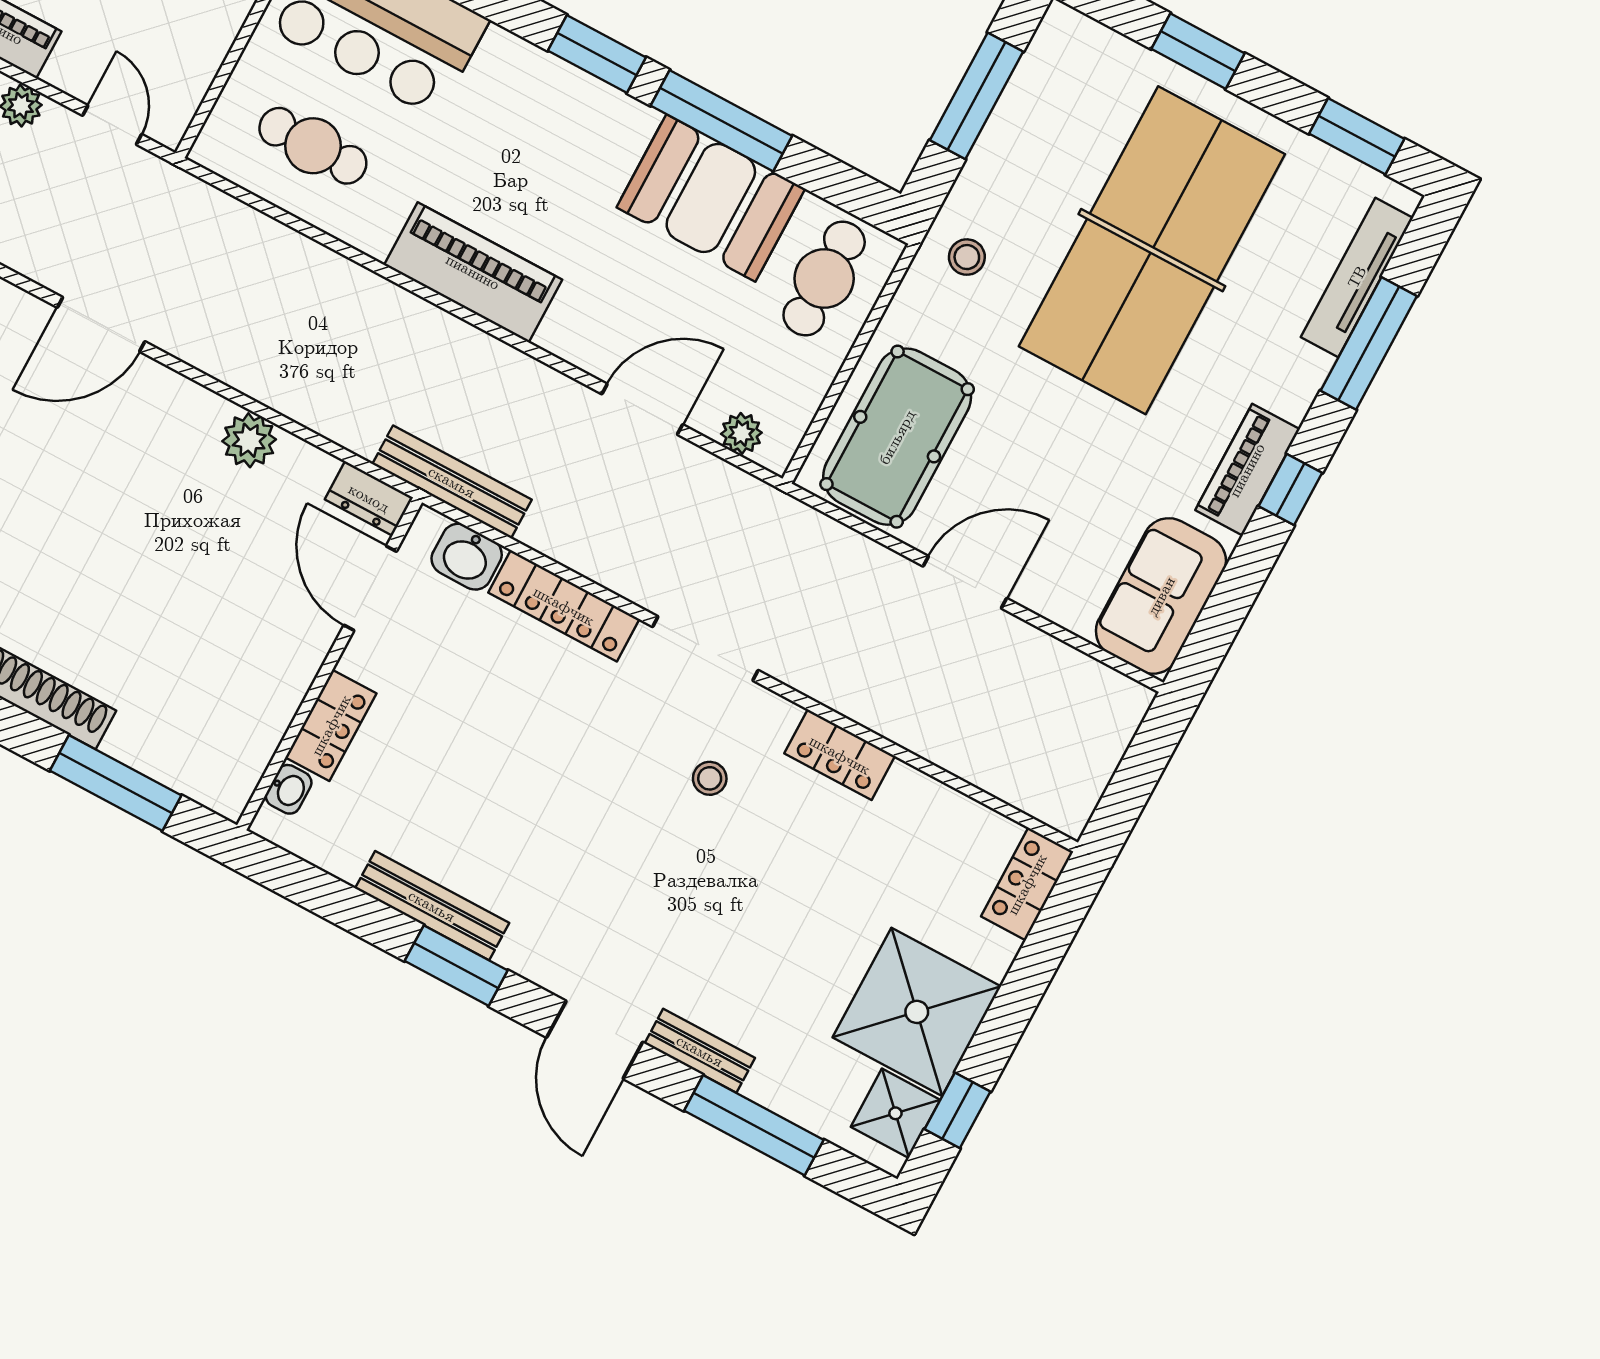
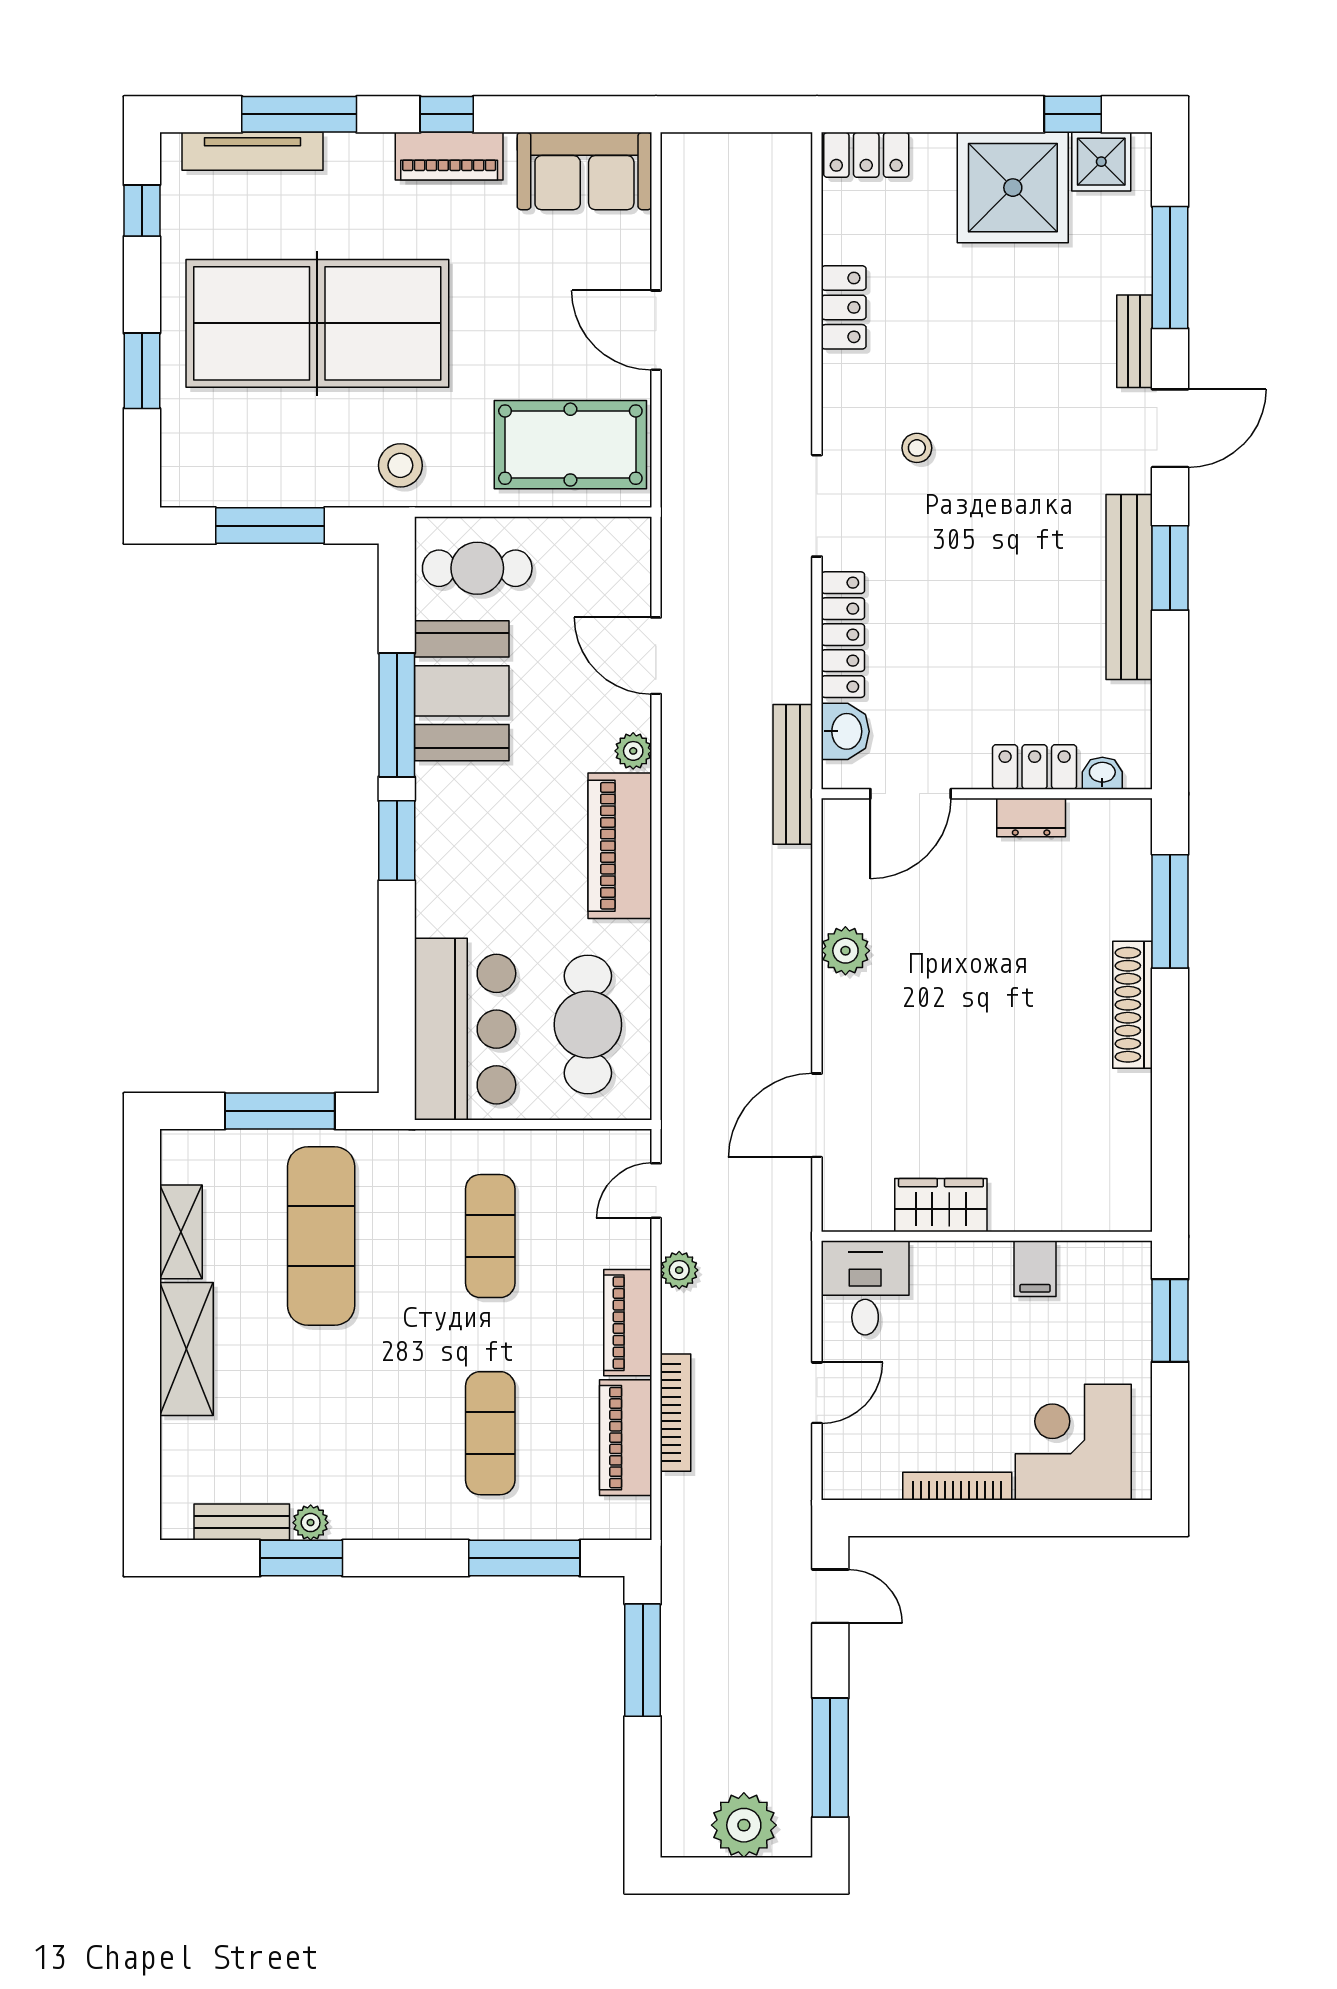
window: (1357, 136) -> (142, 211), width x0.67
cafe table: (313, 146) -> (588, 1025), width x1.37, depth x1.35
stool: (967, 257) -> (400, 465), width x1.37, depth x1.37
door: (101, 324) -> (817, 1115), swing flipped
plant: (741, 433) -> (633, 751), moved
dresser: (369, 498) -> (1031, 818), moved, turned 90
locker: (840, 755) -> (844, 307), moved
bench: (432, 906) -> (1129, 587), width x1.37, depth x1.21

